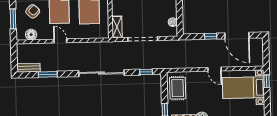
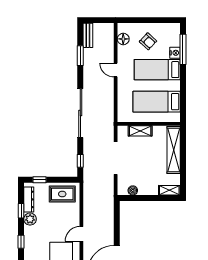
window: (13, 19) -> (140, 20), removed
shelving: (117, 27) -> (140, 131), moved
window: (211, 36) -> (117, 231), removed
door: (60, 41) -> (116, 70), swing flipped

